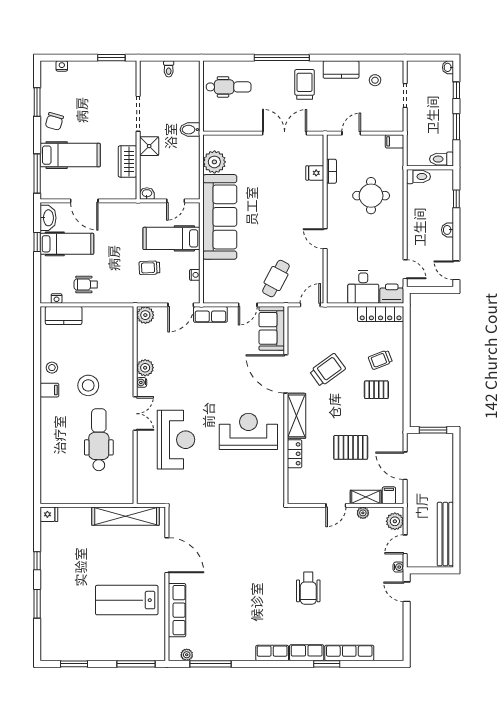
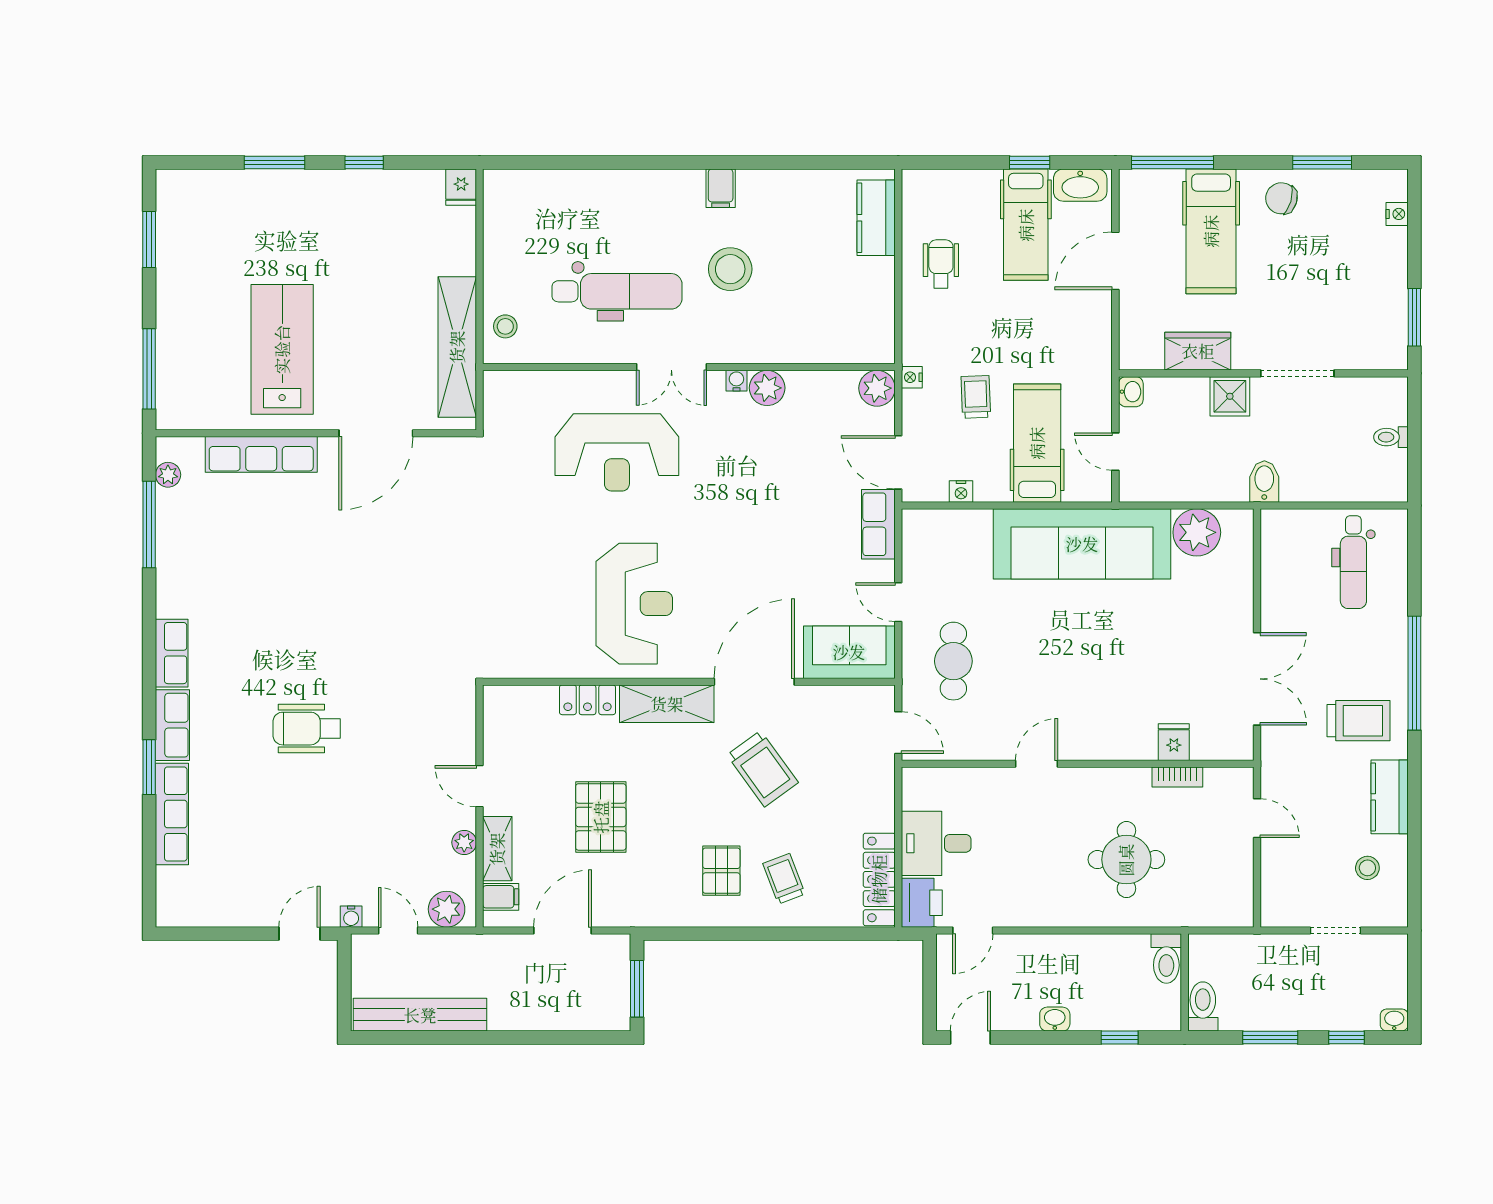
filing cabinet: (394, 141) -> (1240, 908), removed
cafe table: (276, 279) -> (953, 661), turned 62
nightstand: (57, 299) -> (912, 377), moved
stool: (52, 368) -> (505, 326), moved

